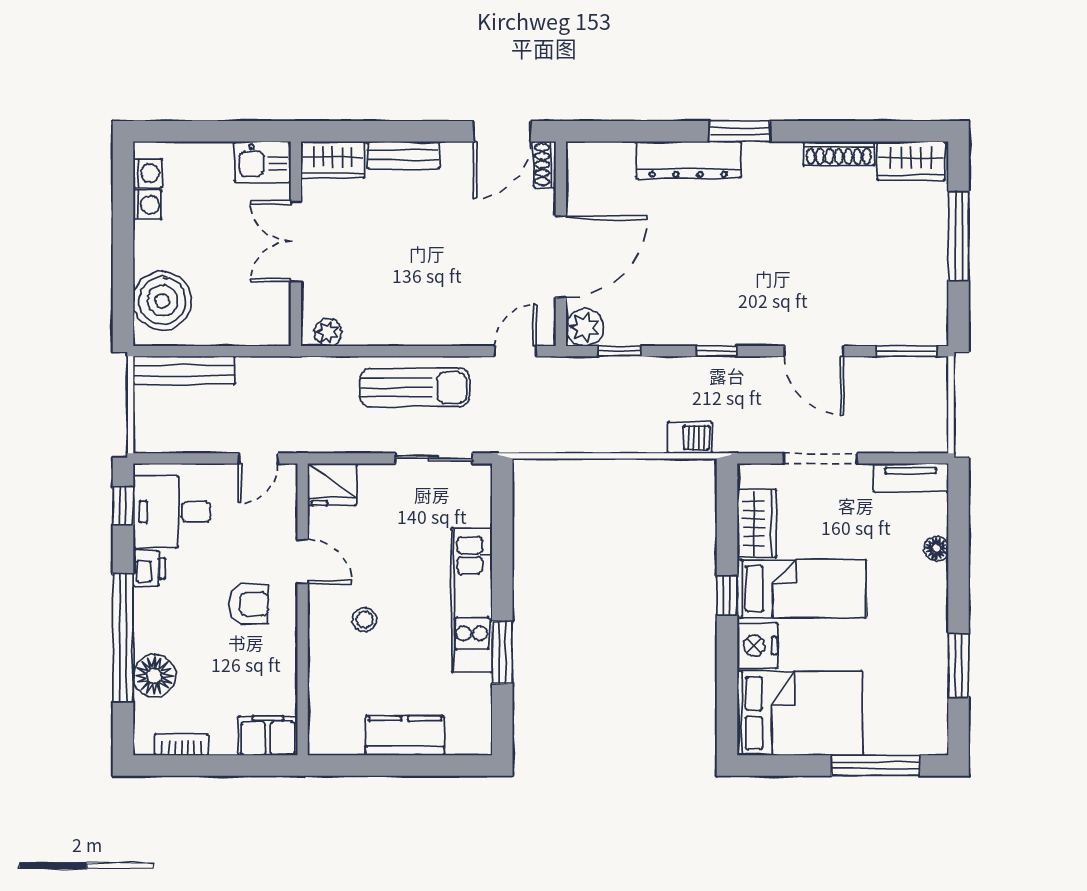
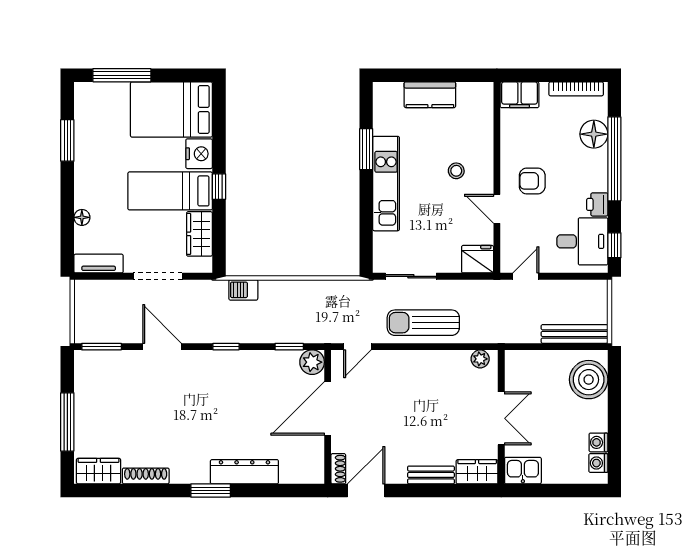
bookcase: (181, 745) -> (576, 89), width x1.56

